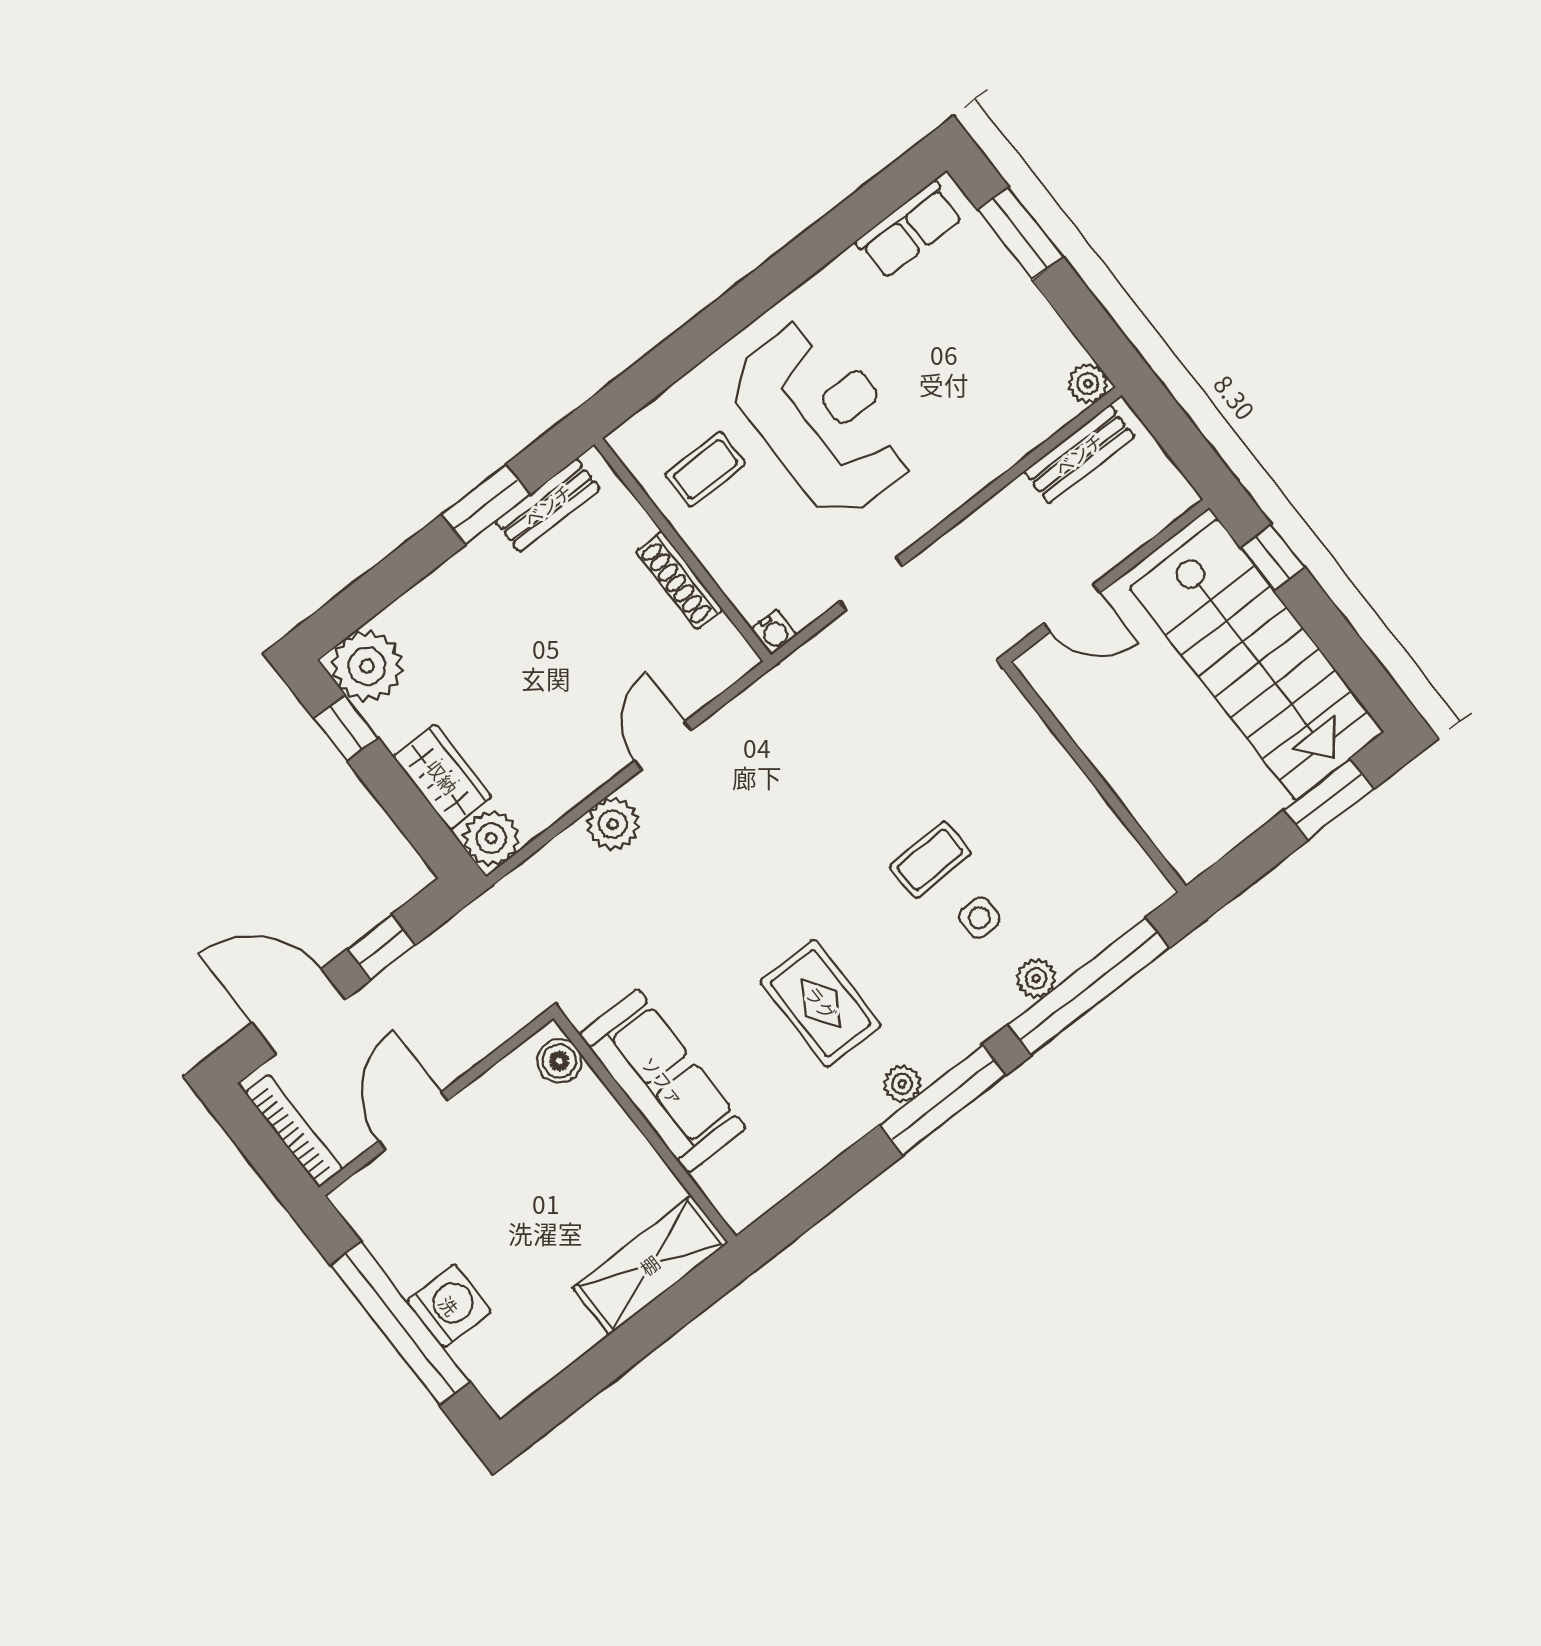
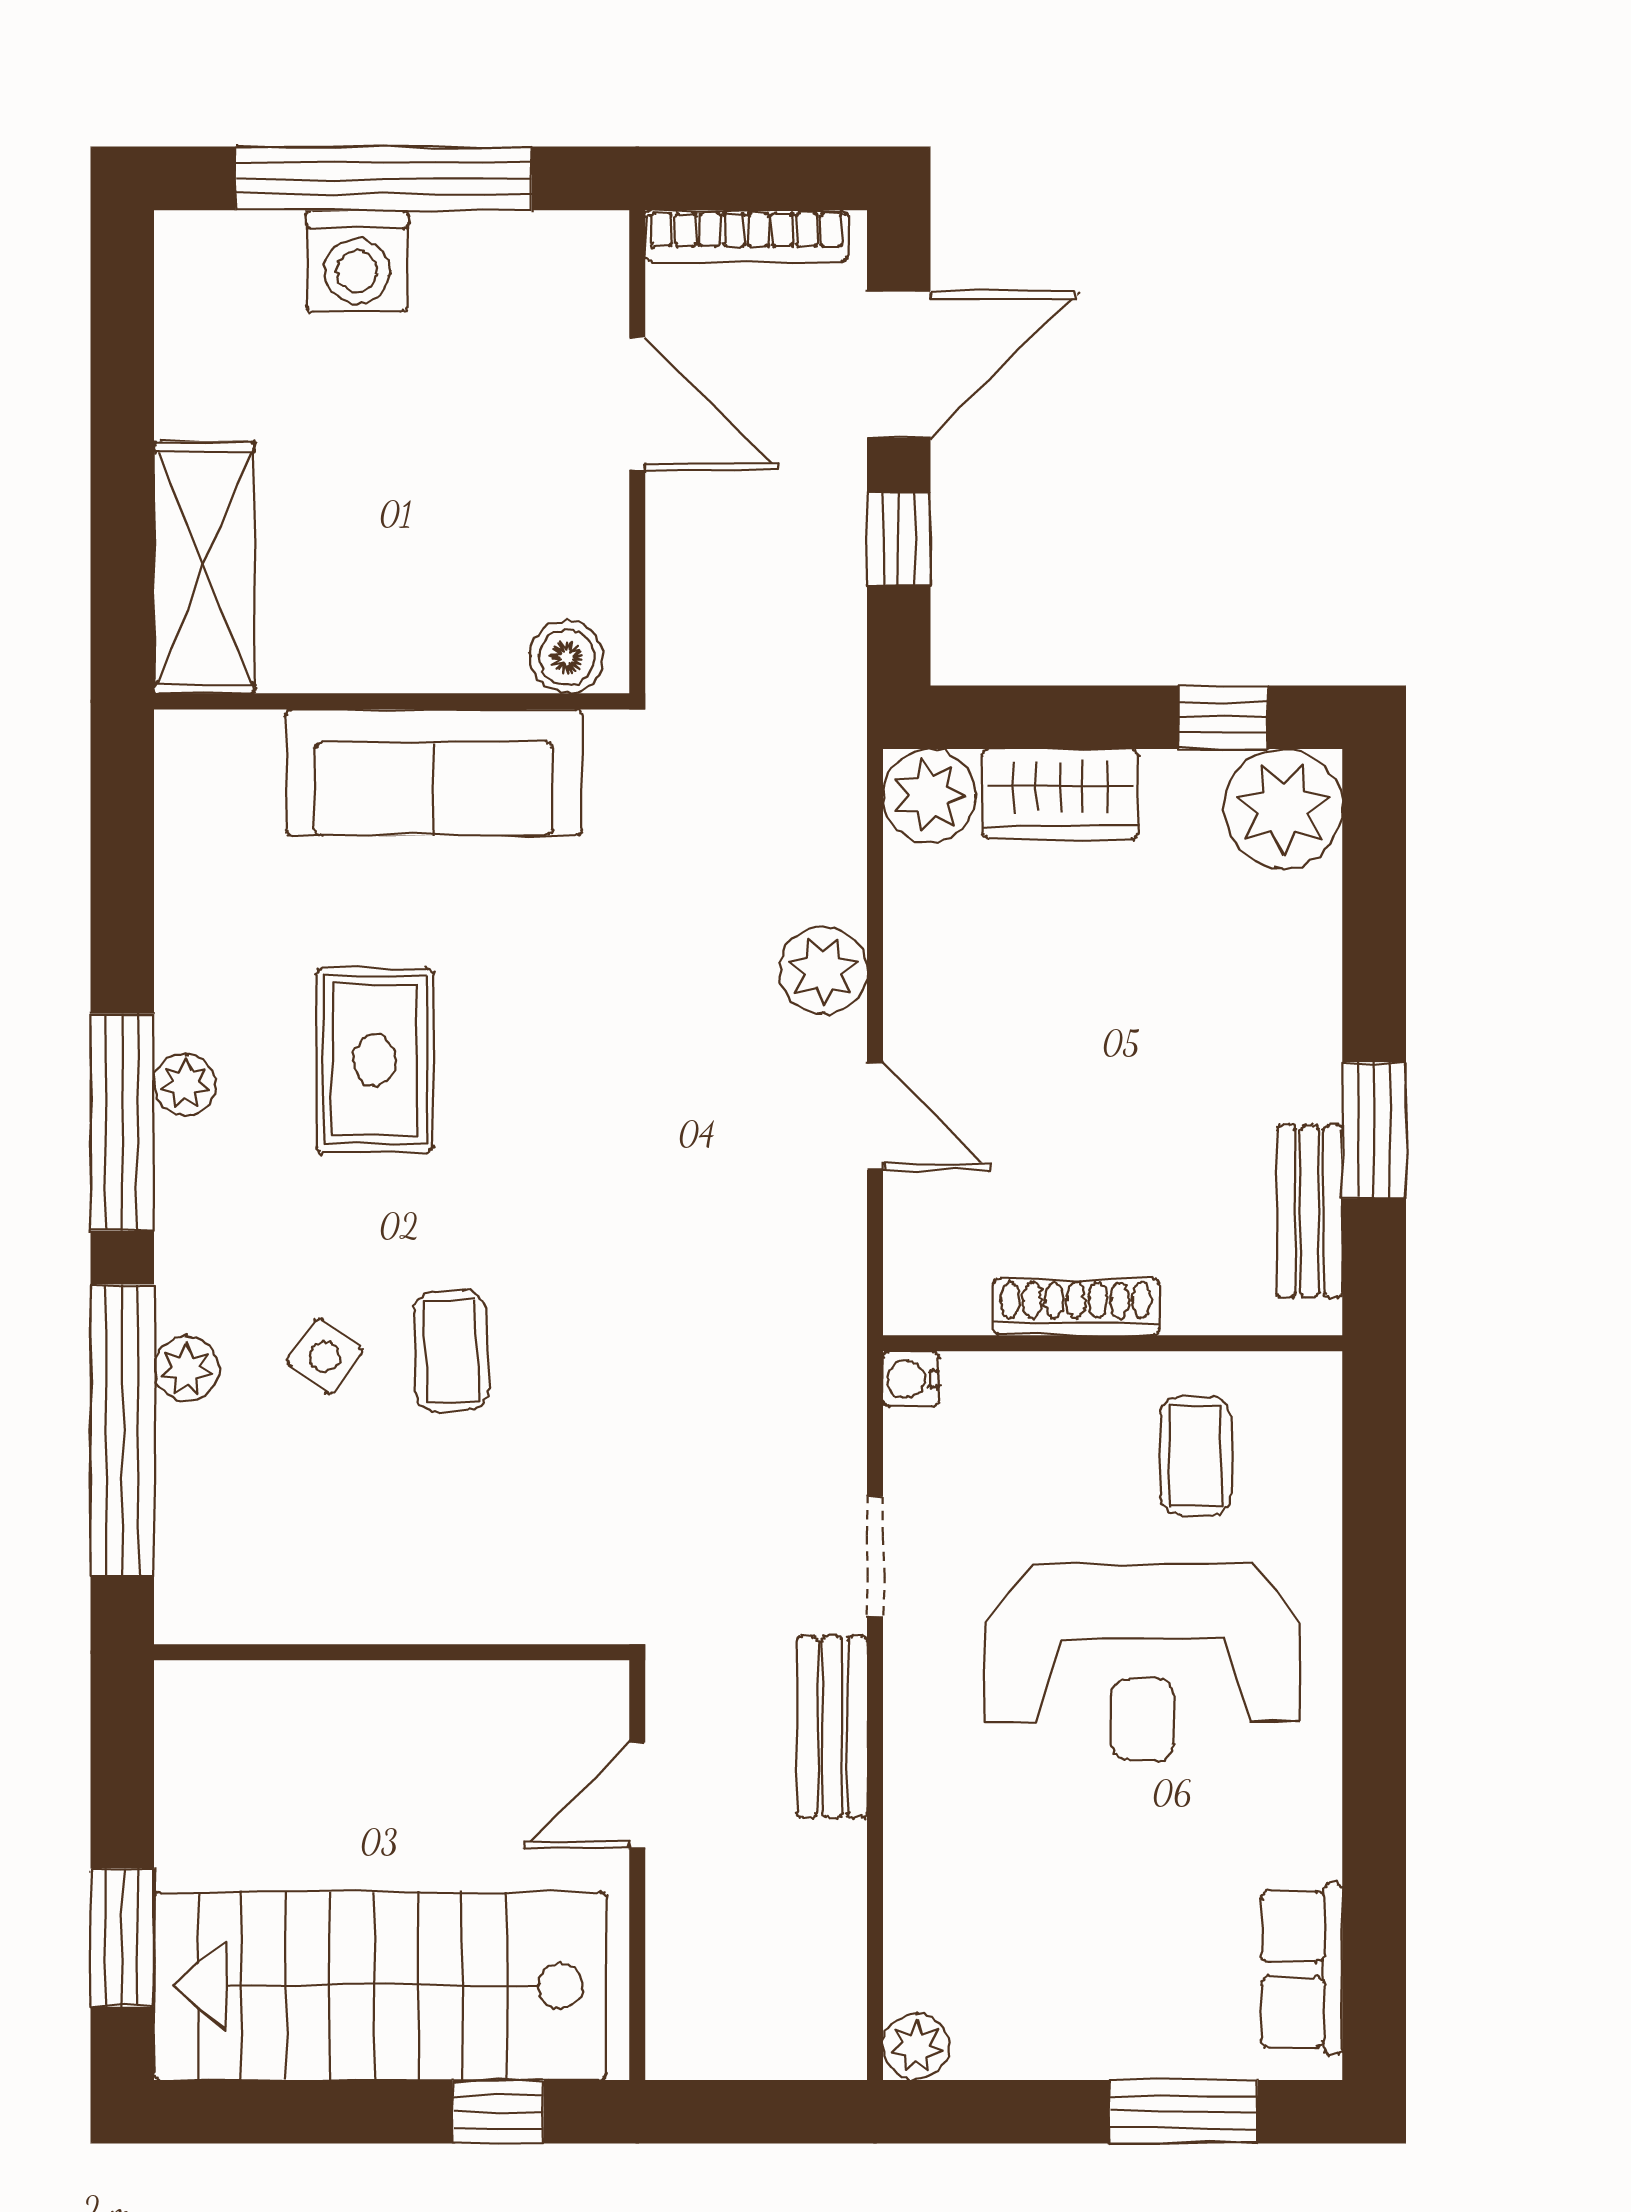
bench: (1079, 454) -> (832, 1727), moved
side table: (979, 918) -> (325, 1357), turned 37
rug: (821, 1003) -> (375, 1060), turned 90

